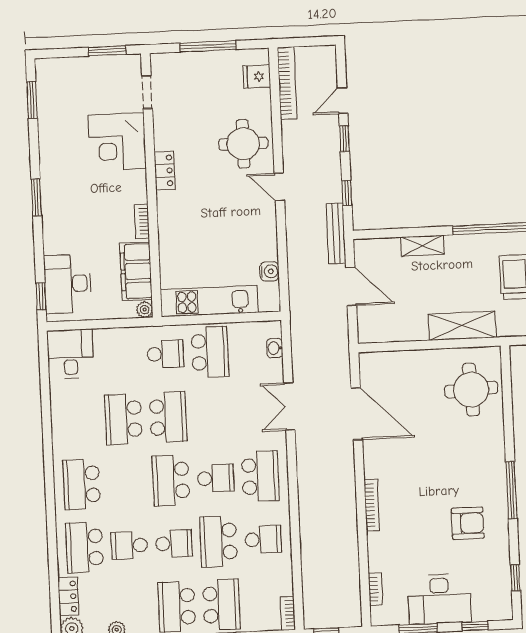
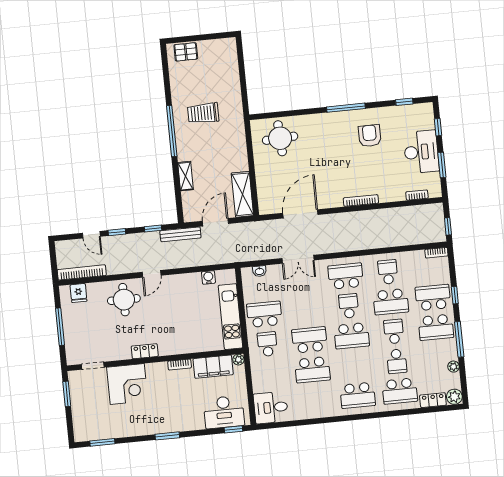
shelving: (462, 326) -> (242, 194), moved

